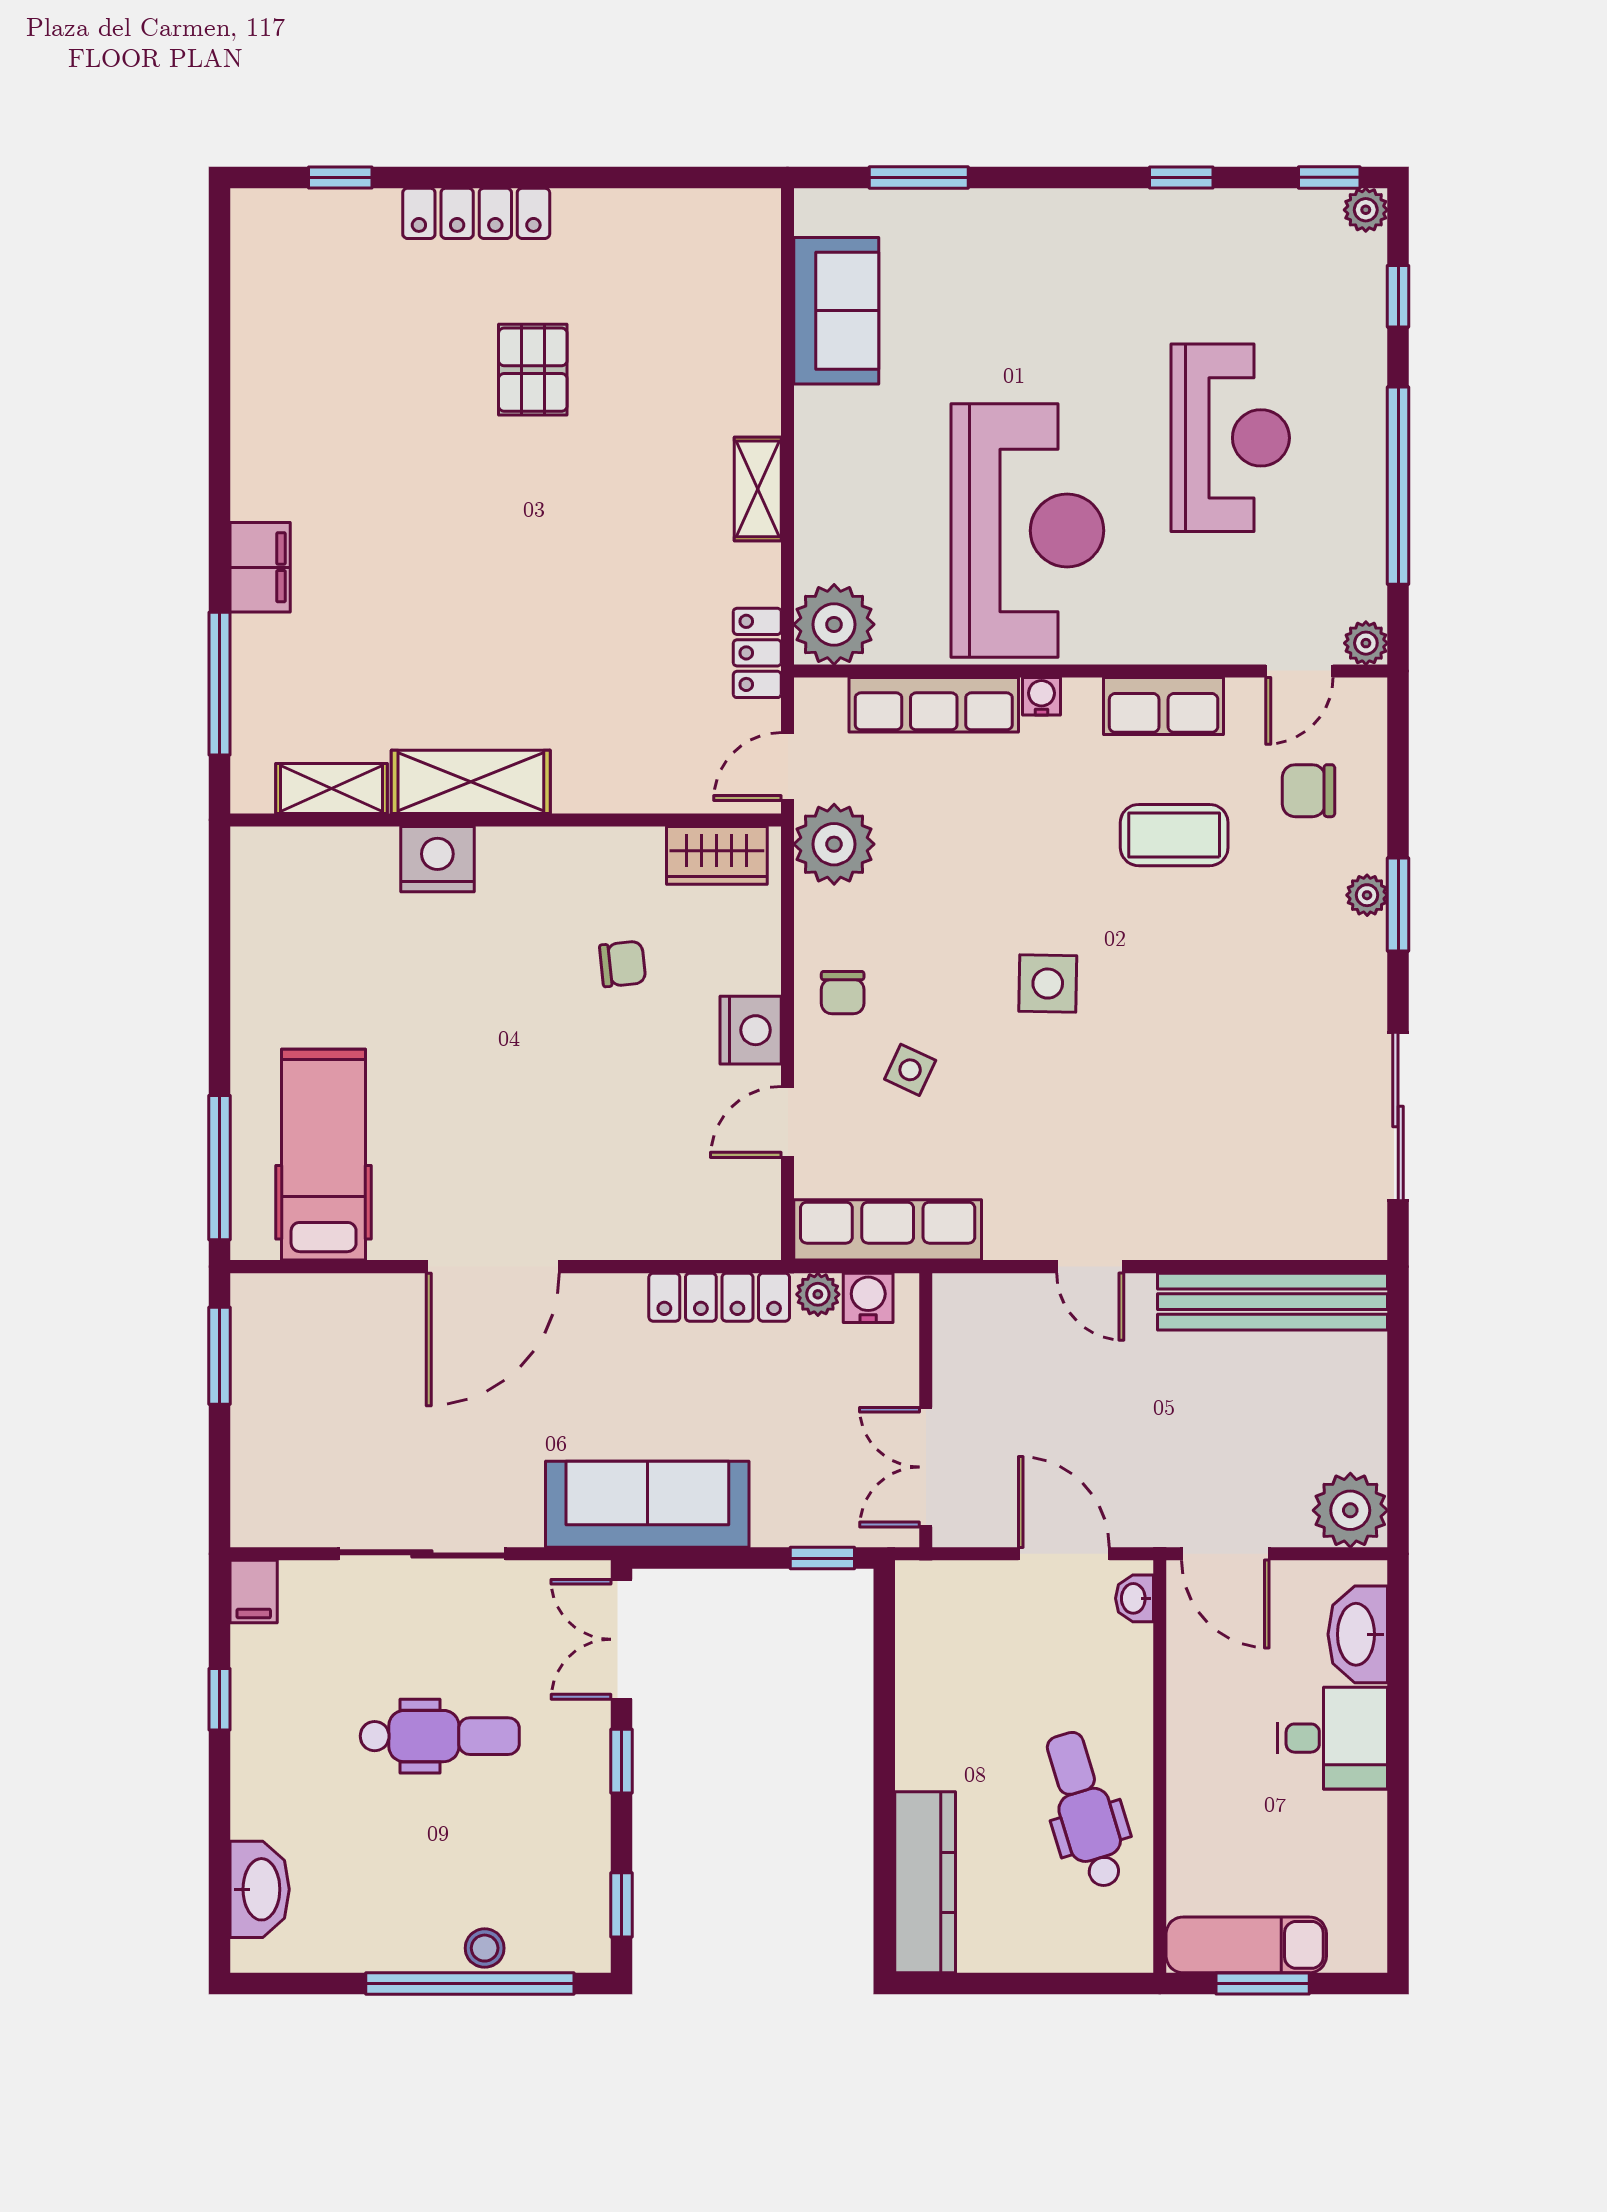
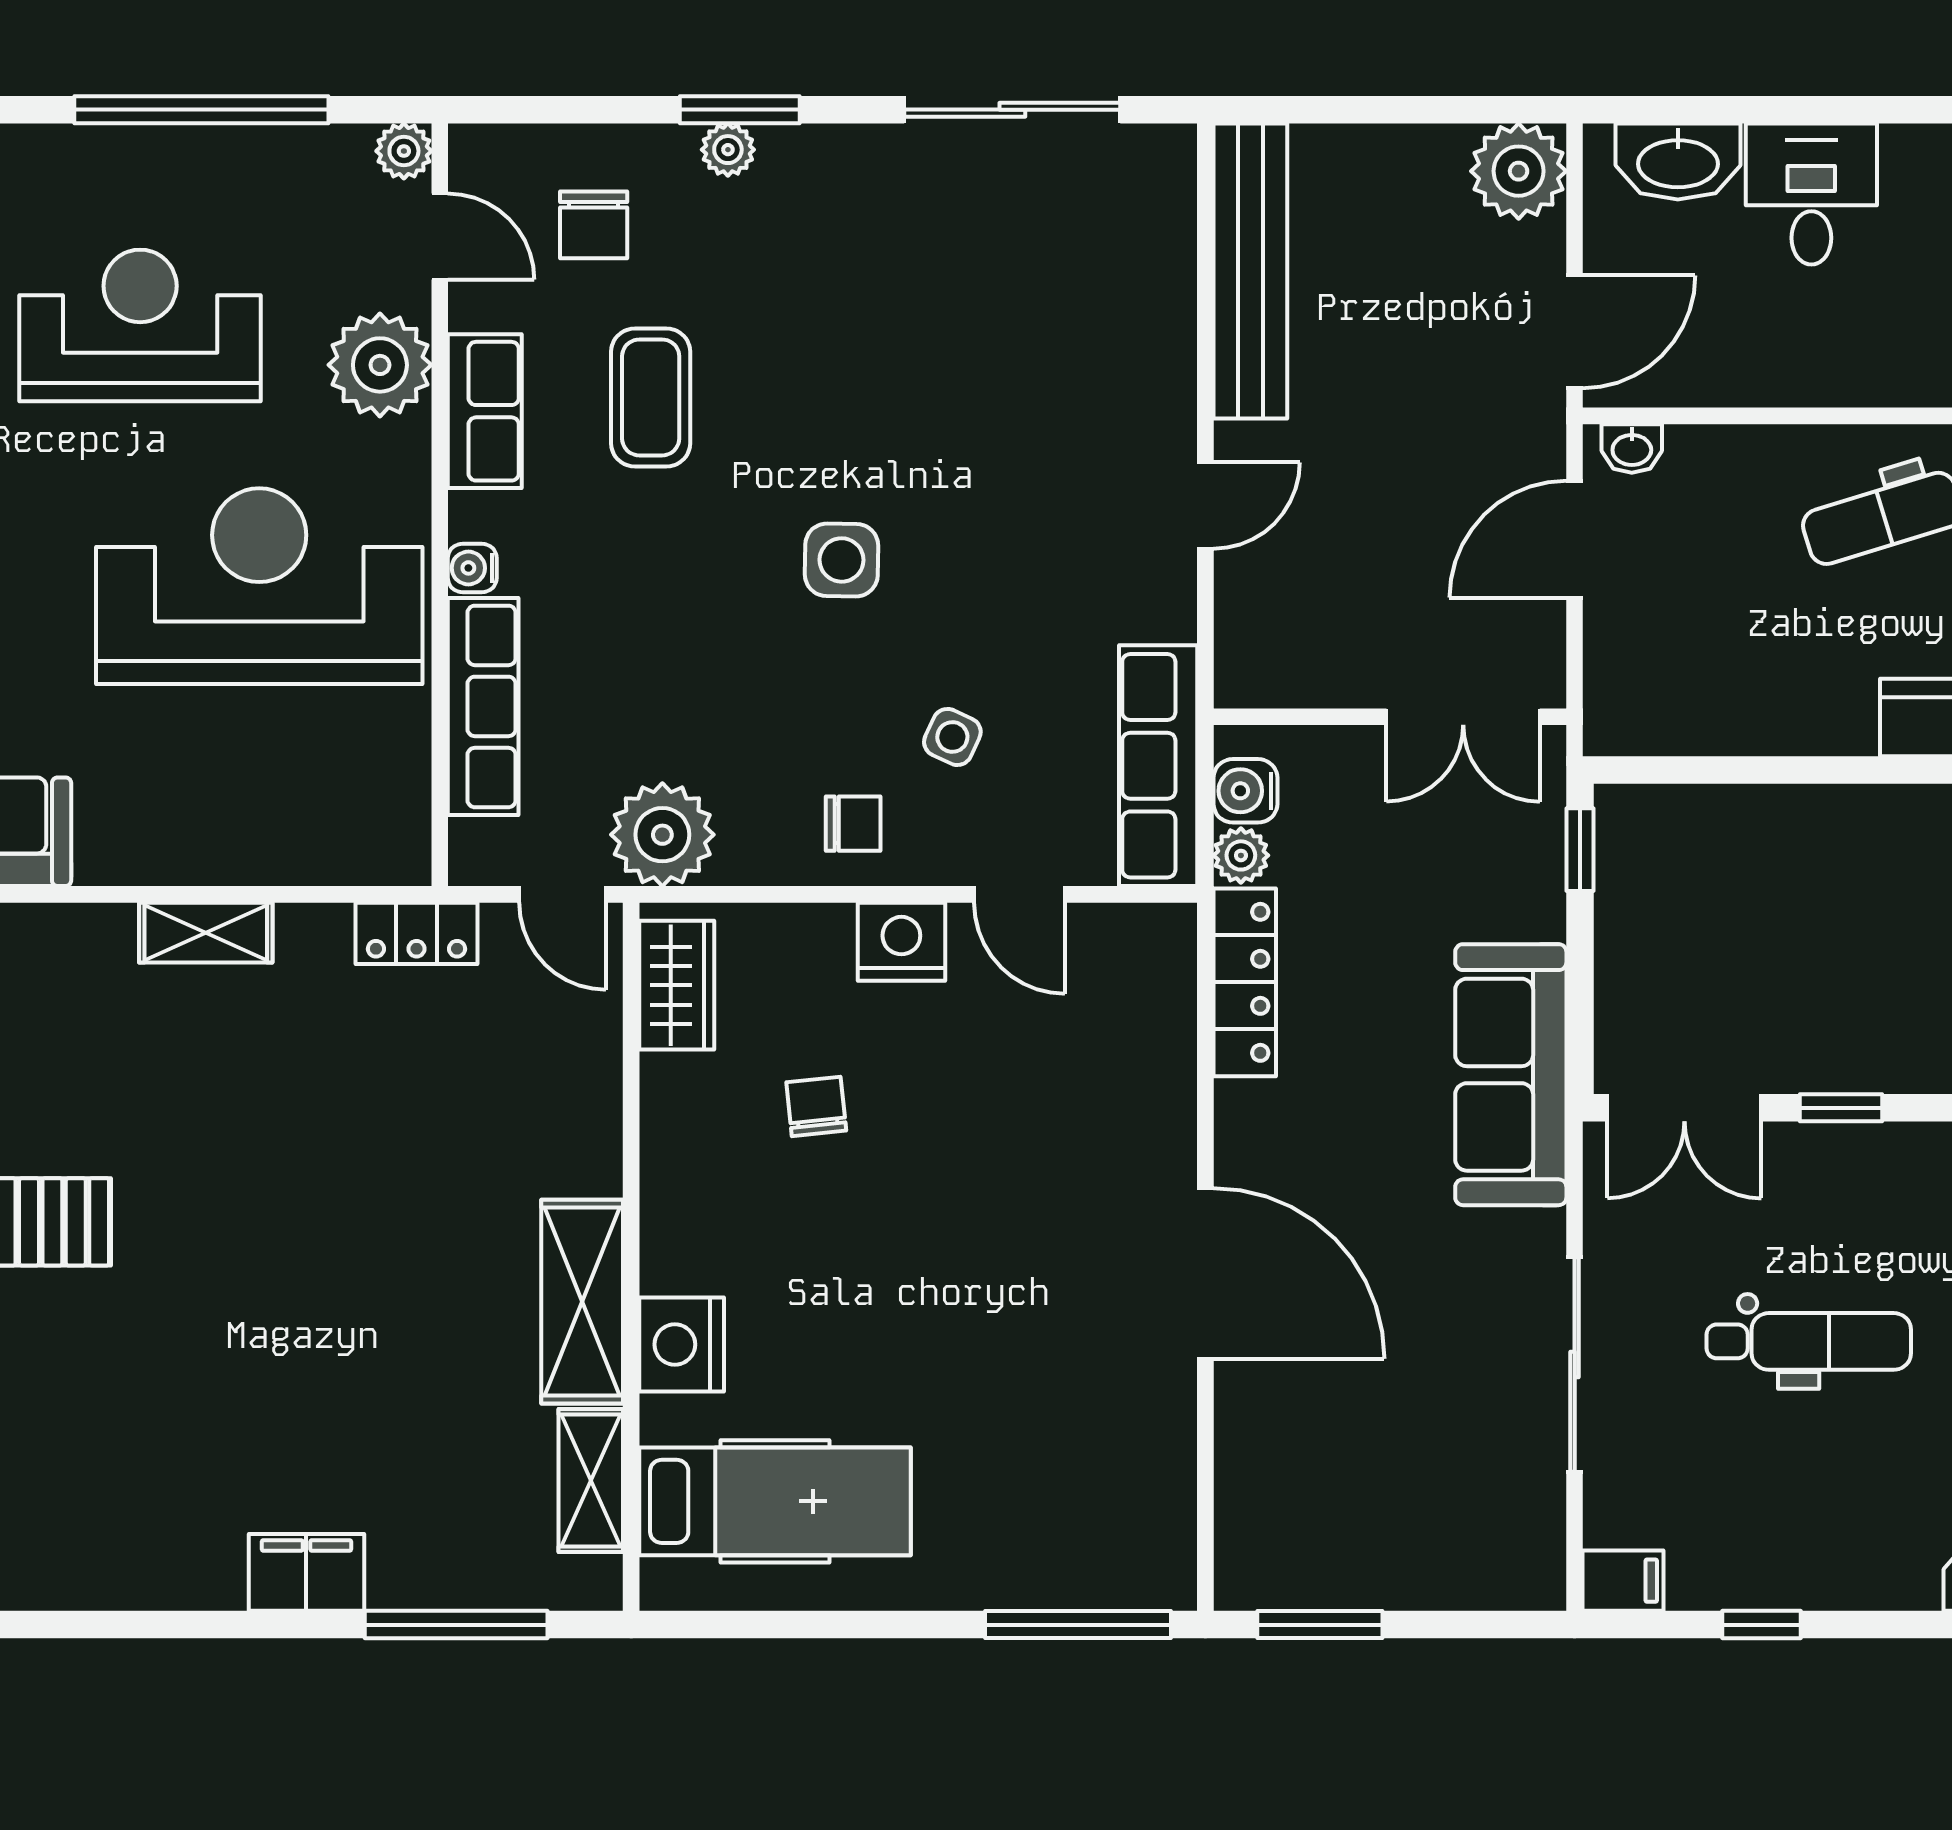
plant: (834, 624) -> (380, 365), moved
hospital bed: (324, 1155) -> (775, 1501), moved, turned 180
dental chair: (440, 1736) -> (1809, 1341), turned 90

